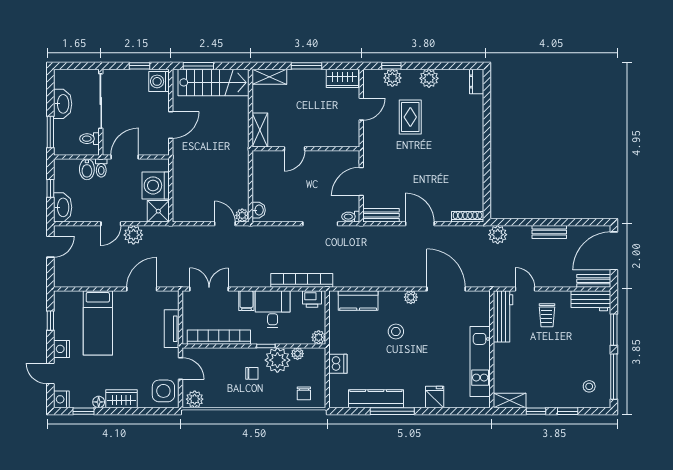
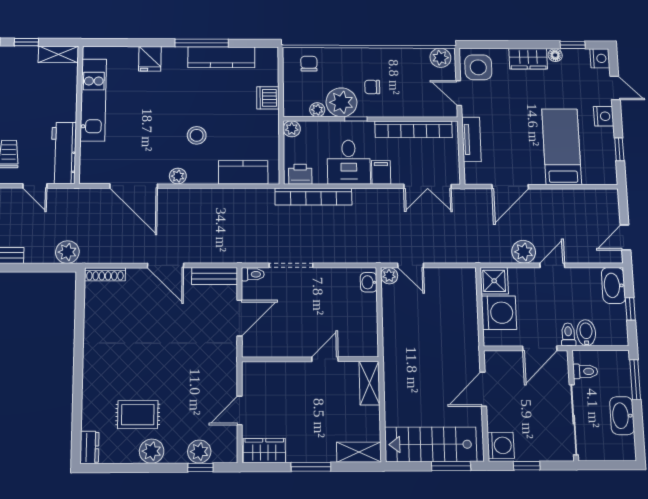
rug: (410, 117) -> (138, 415), moved, turned 90

